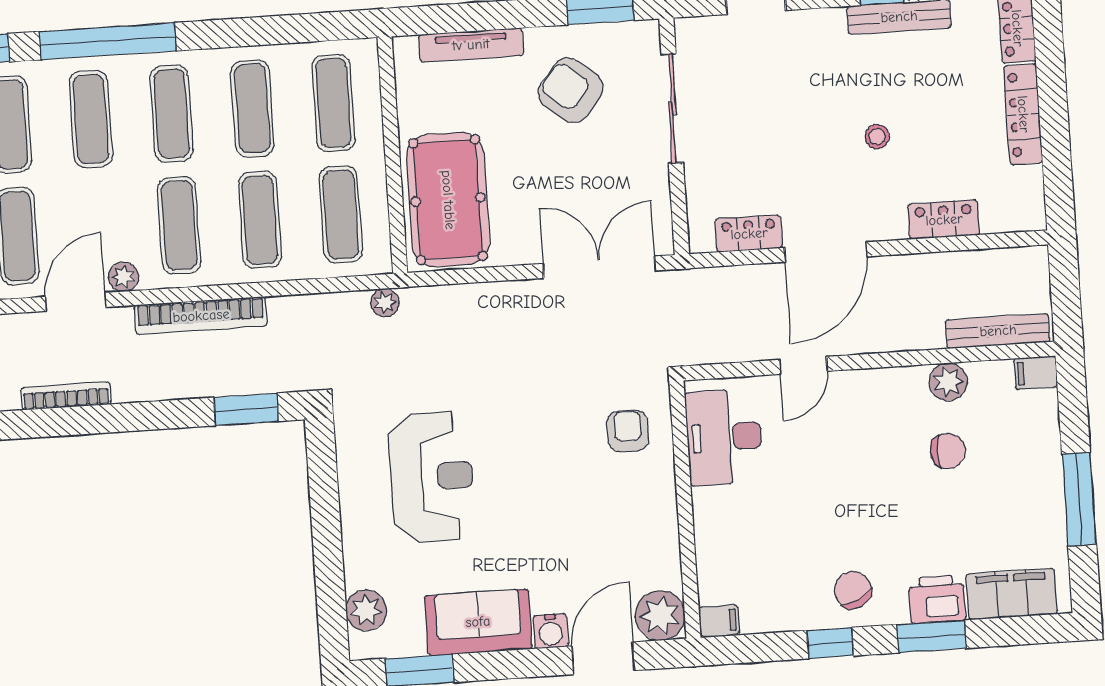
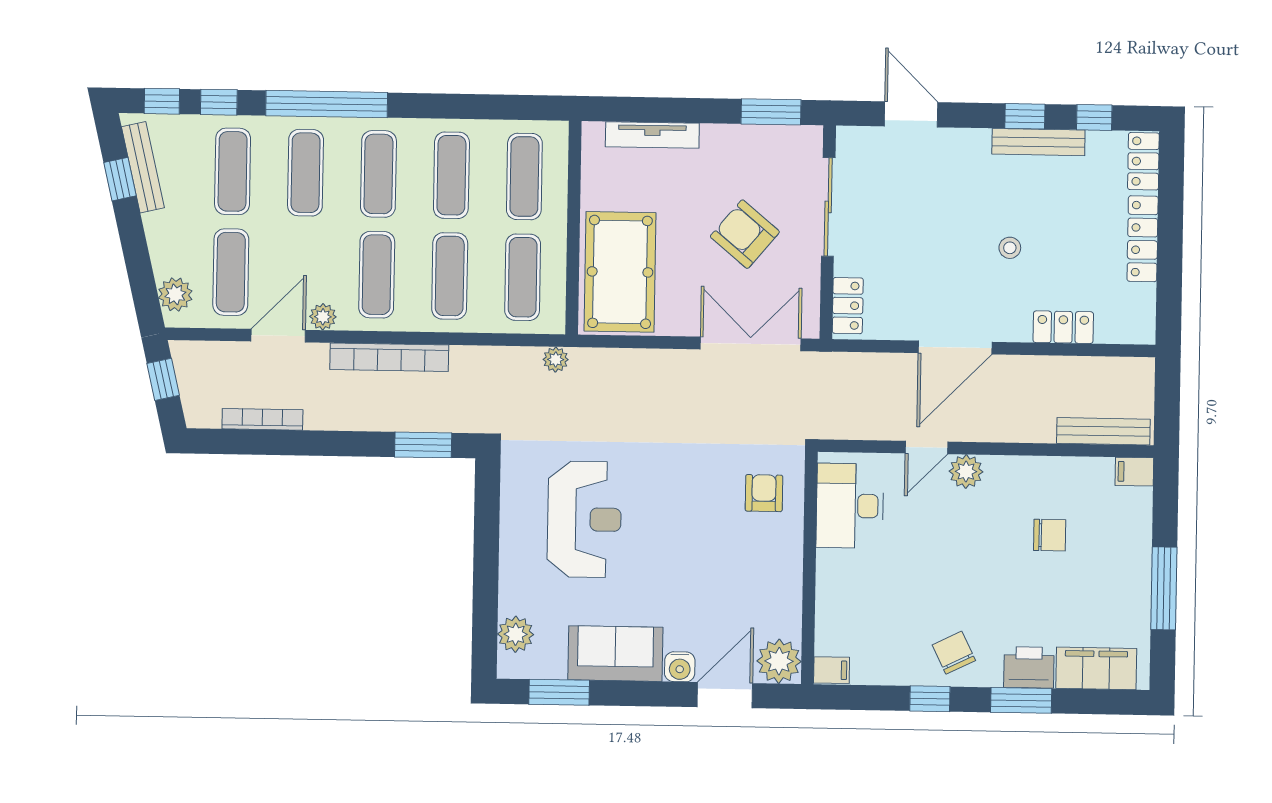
armchair: (571, 90) -> (745, 234), moved
locker: (749, 234) -> (848, 306), moved, turned 90
plant: (948, 382) -> (966, 471), moved

